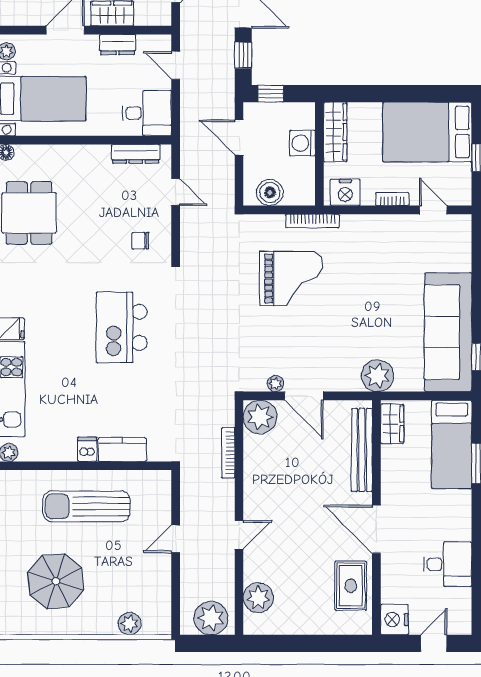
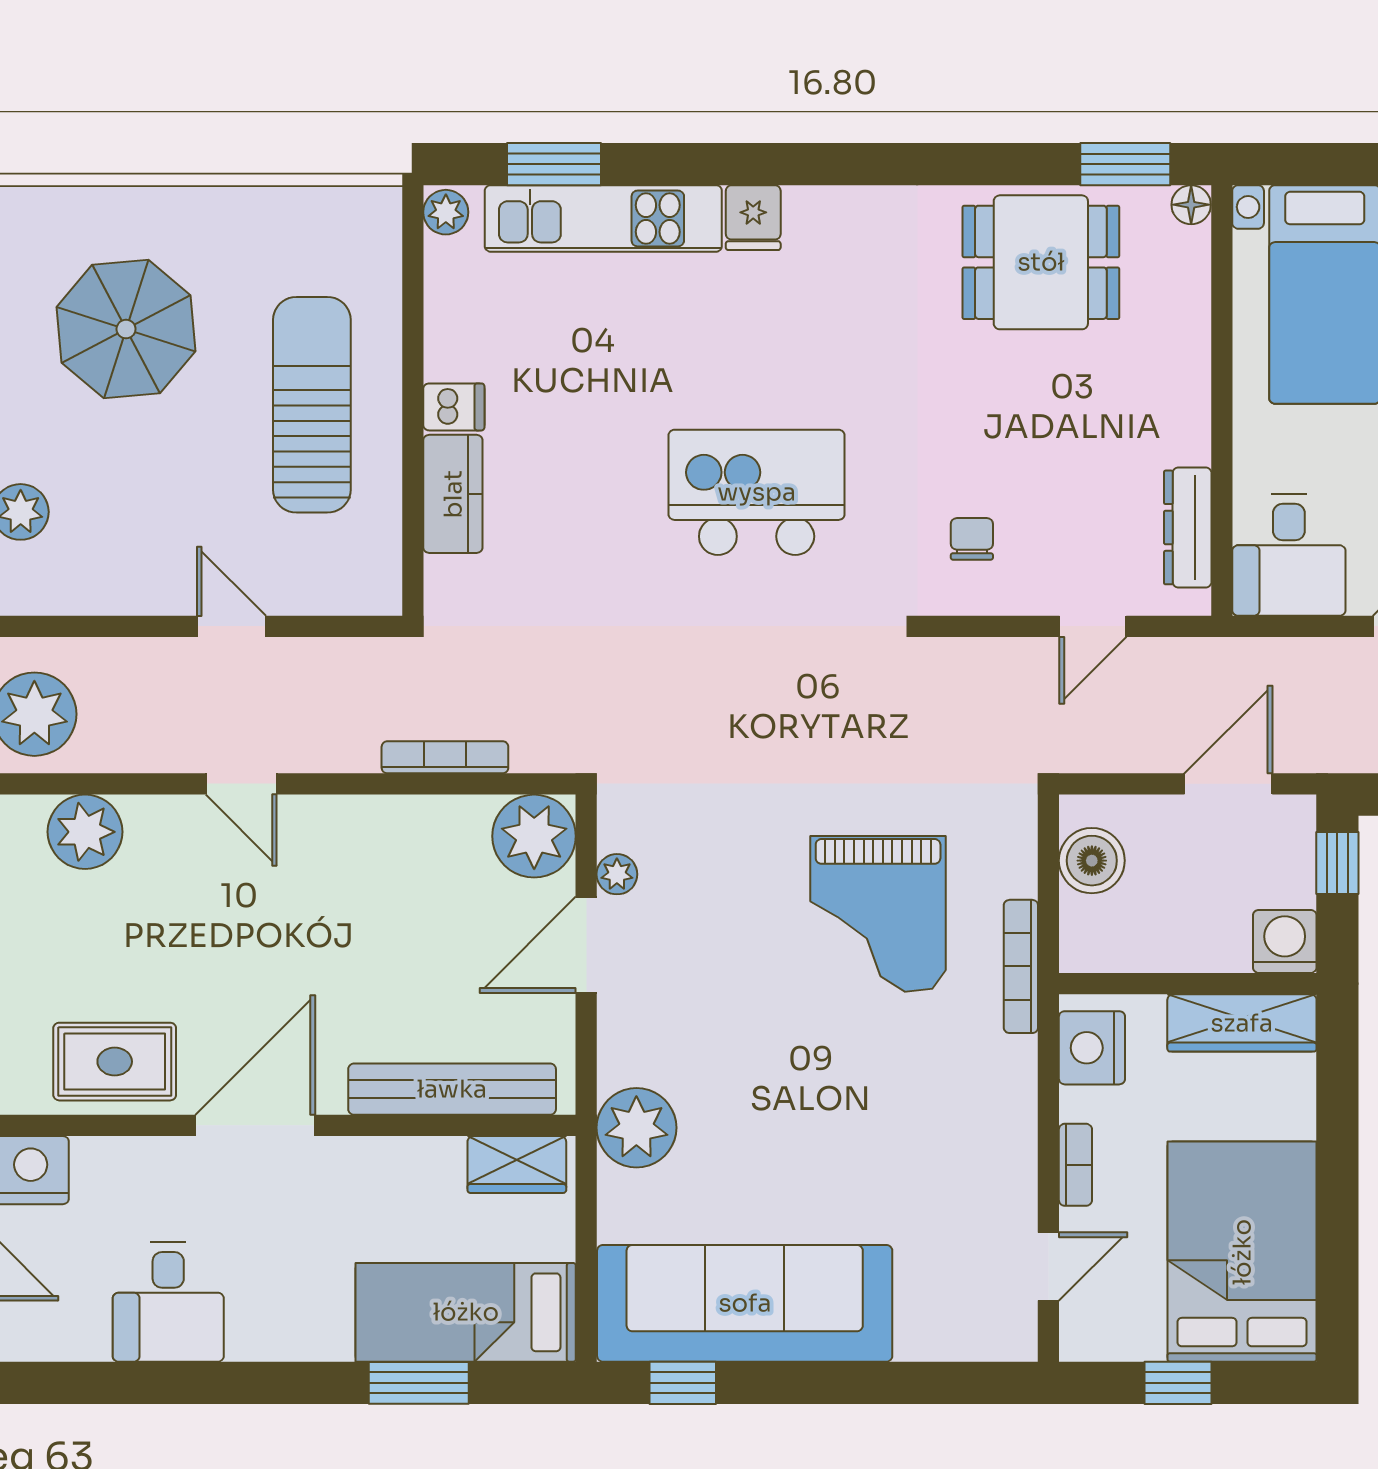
washing machine: (302, 143) -> (1285, 941), moved

